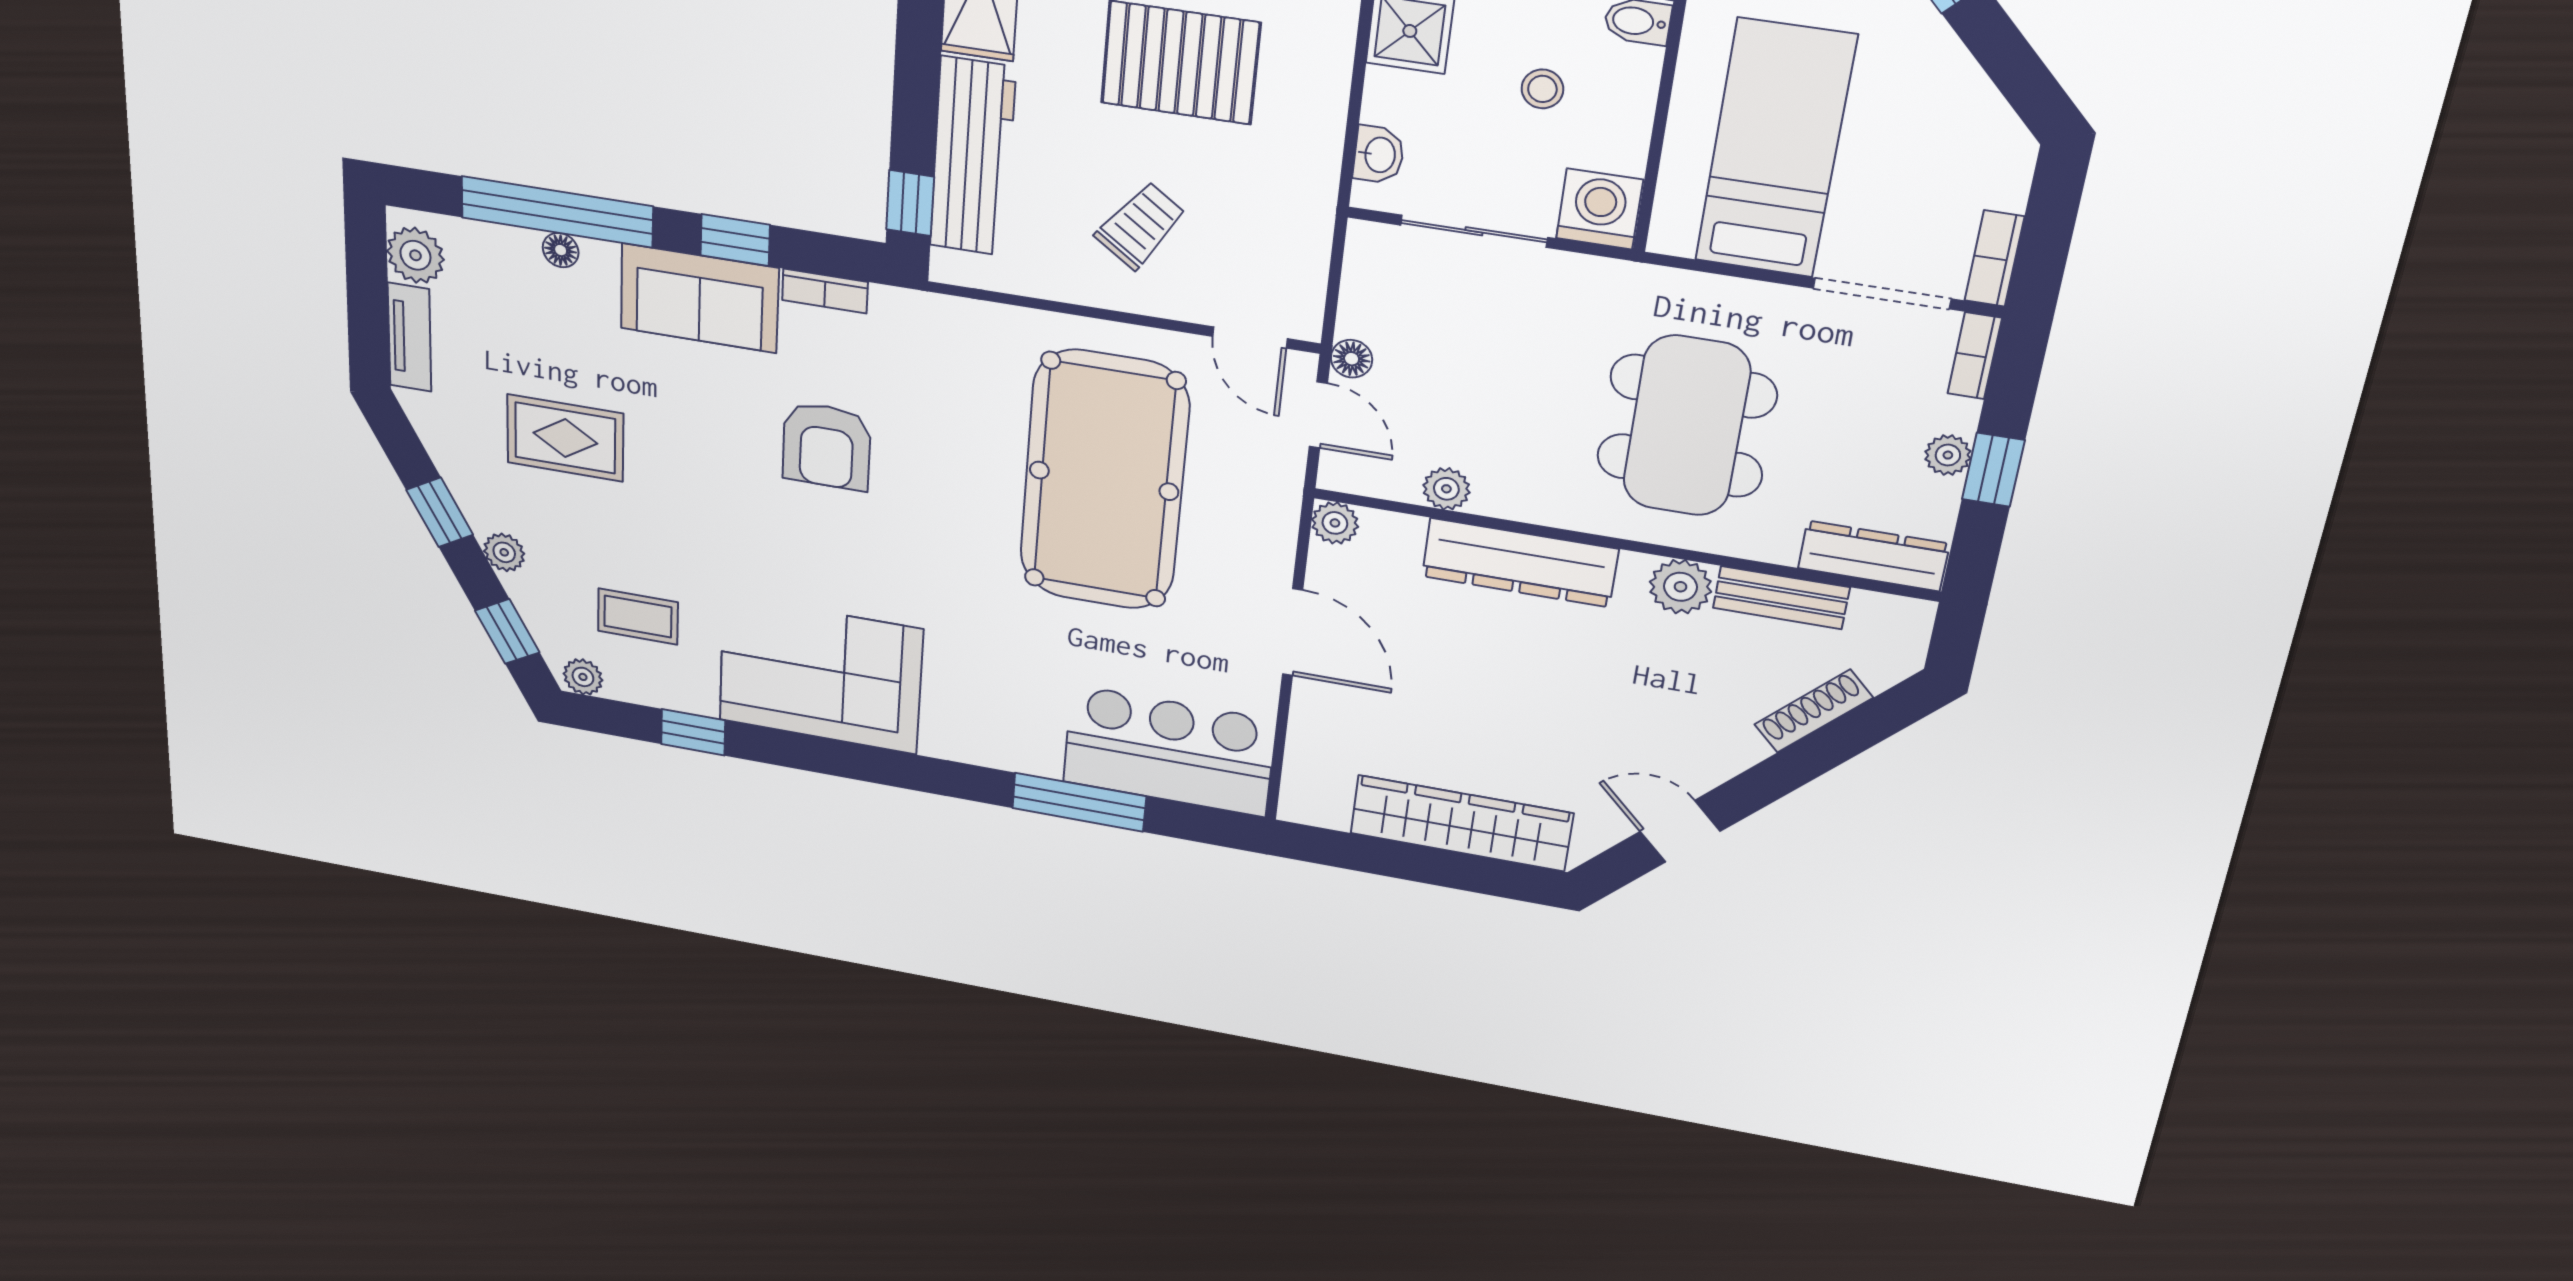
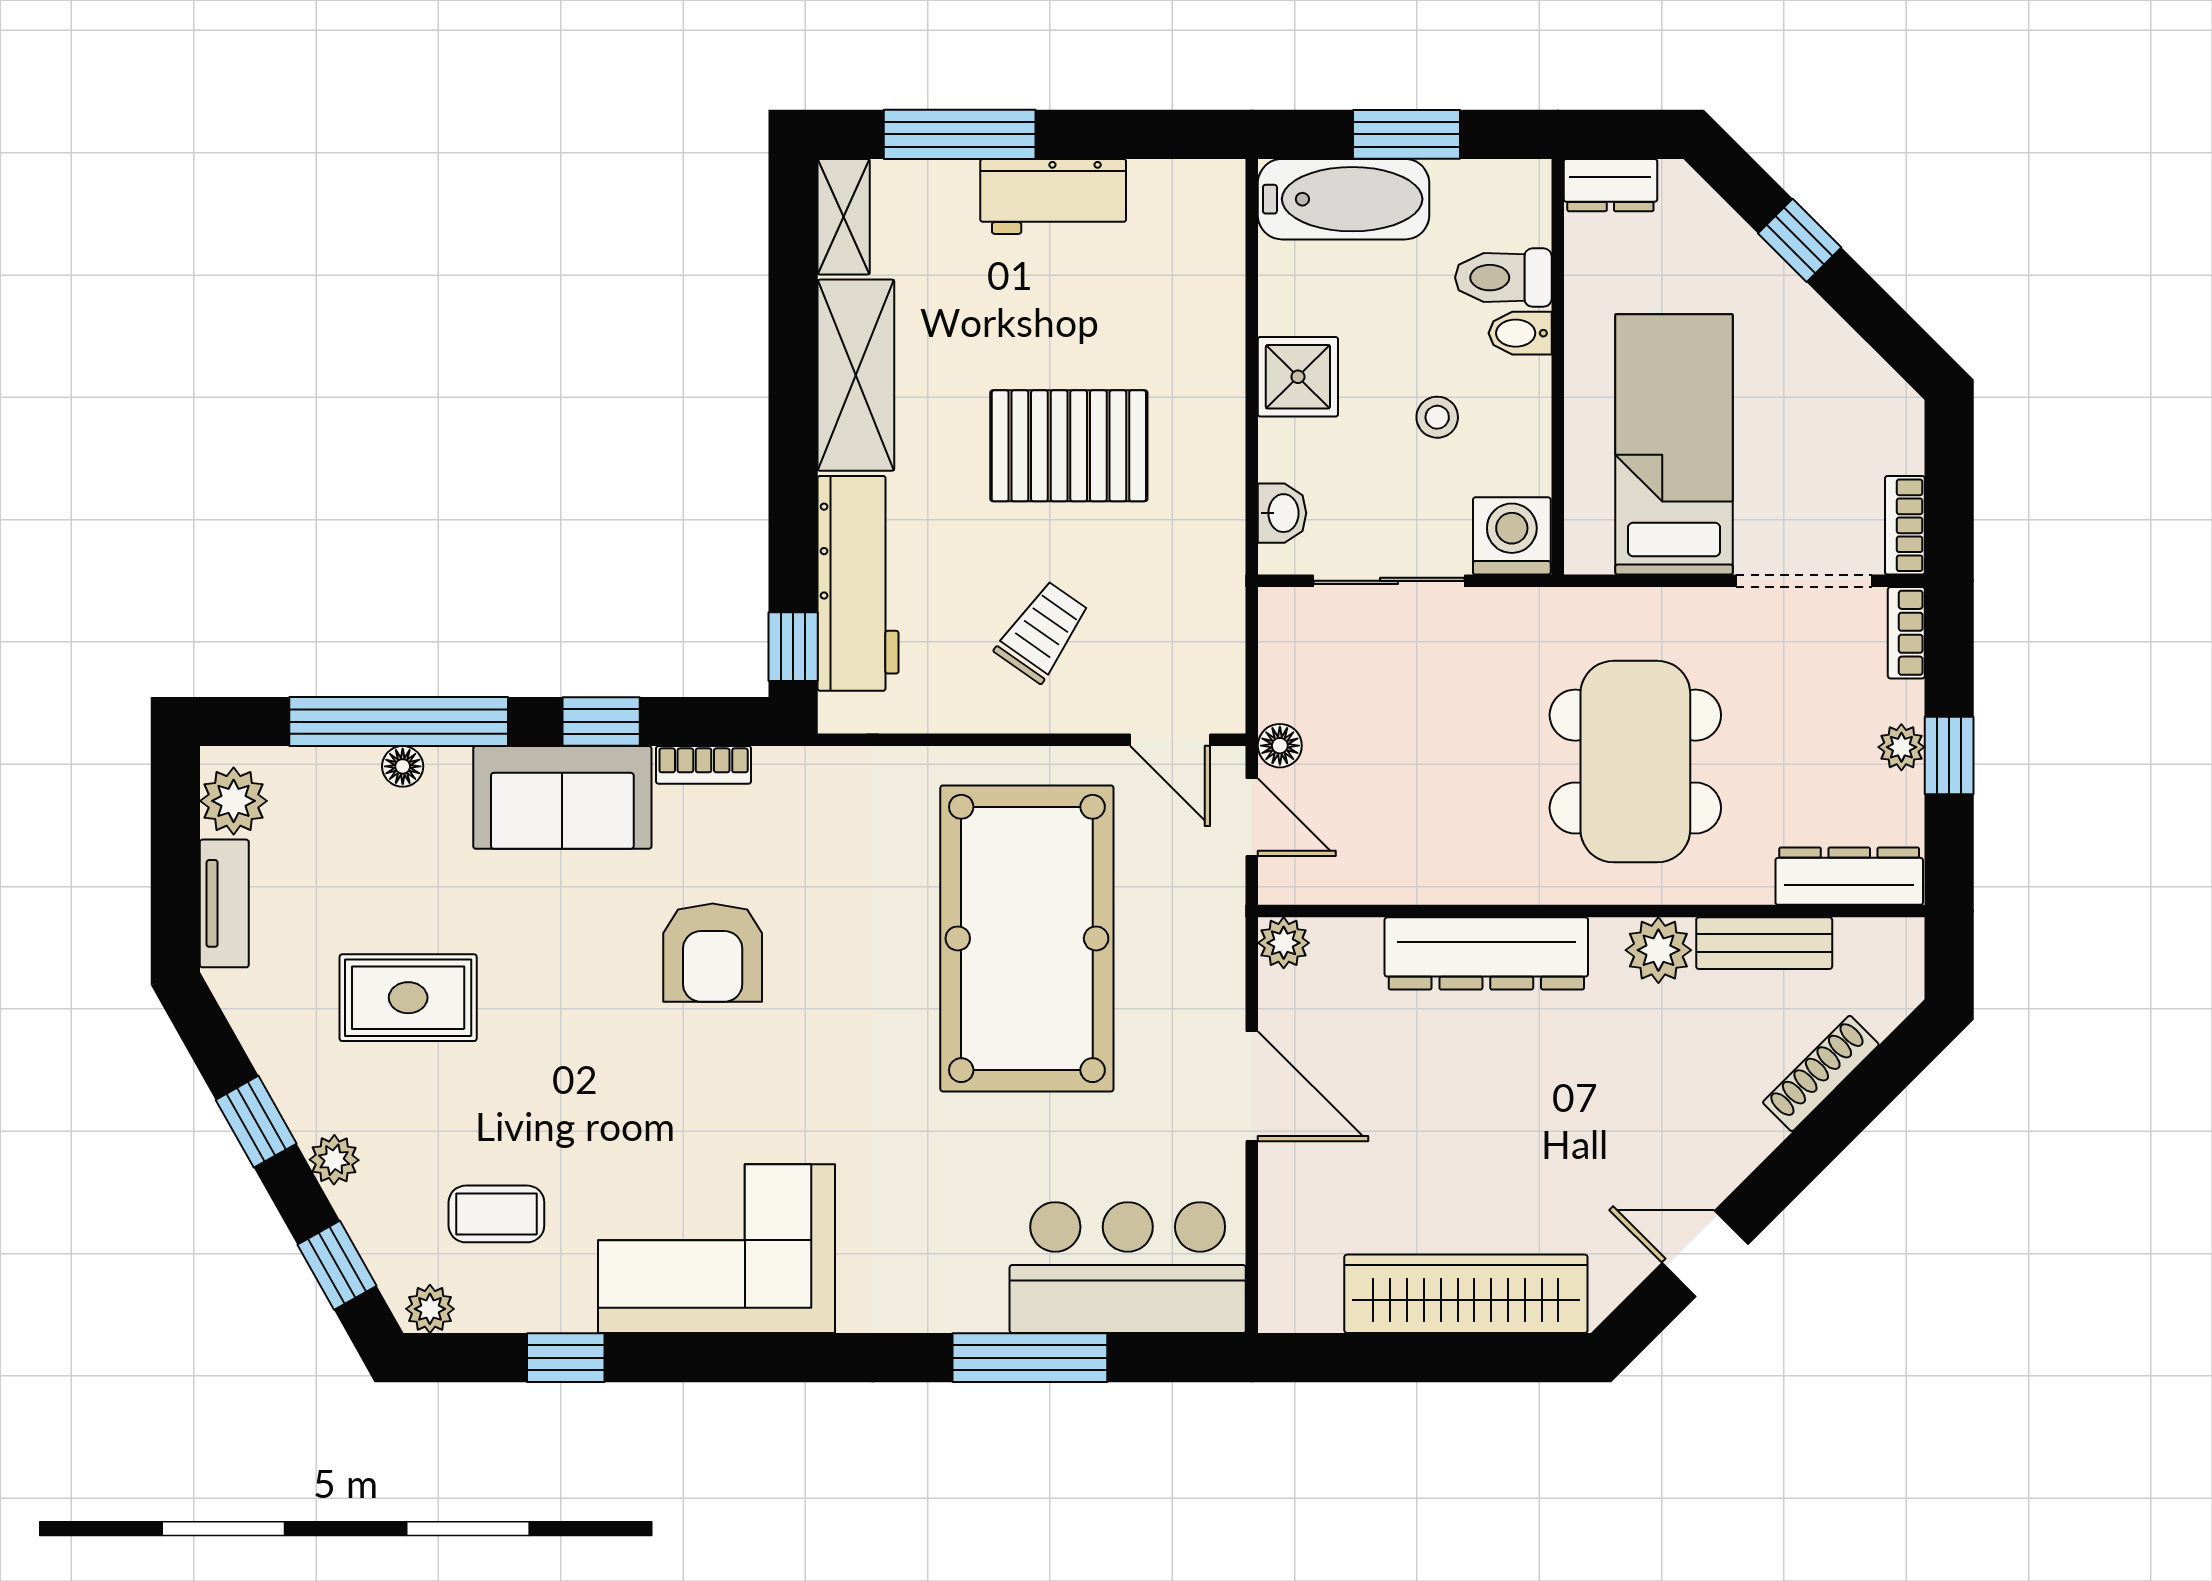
plant: (1446, 489) -> (1398, 880), removed

